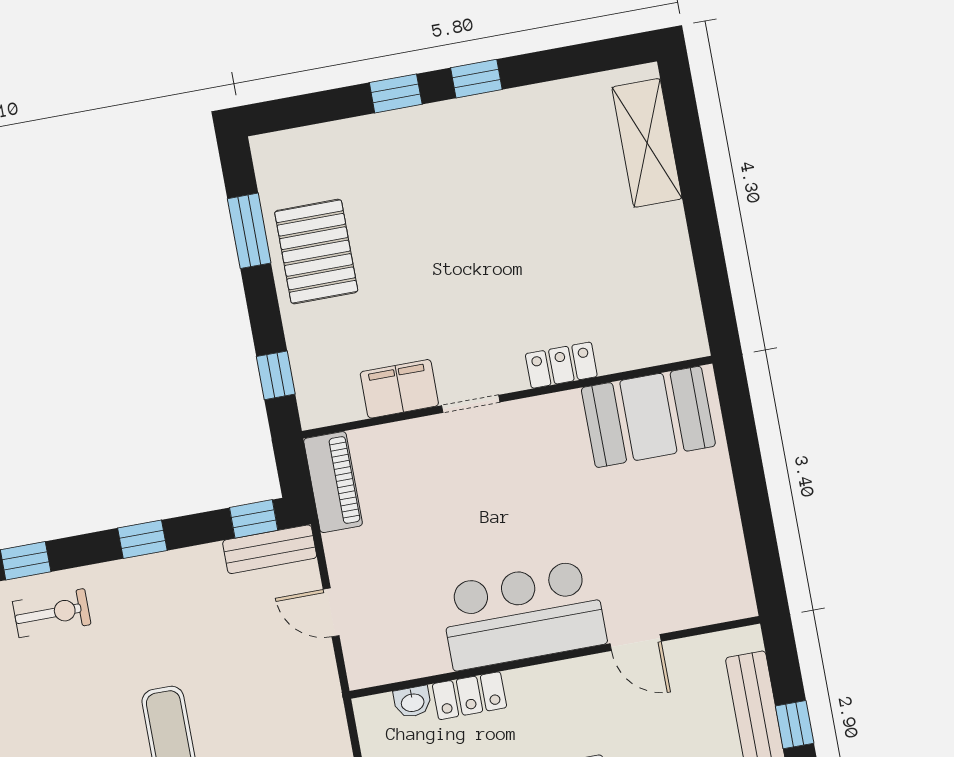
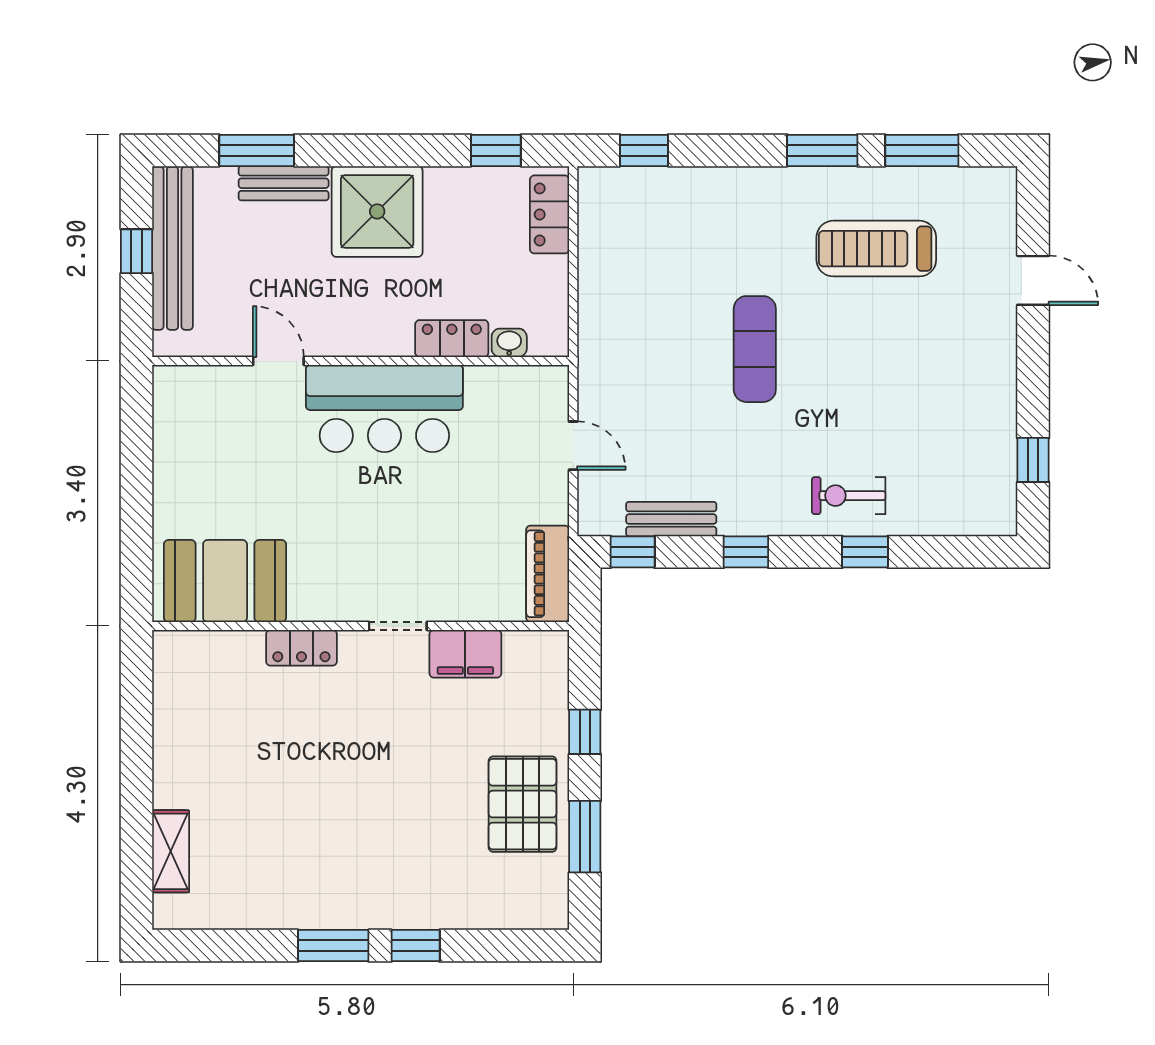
window: (476, 79) -> (333, 946), width x1.50
shelving: (647, 143) -> (171, 851), width x0.67, depth x0.75
window: (276, 375) -> (585, 732), moved
bench: (270, 549) -> (671, 519), moved

